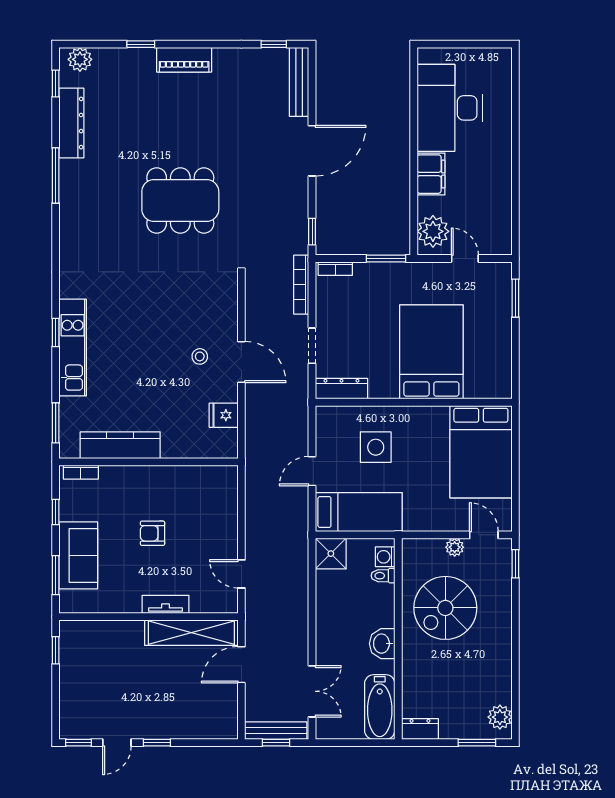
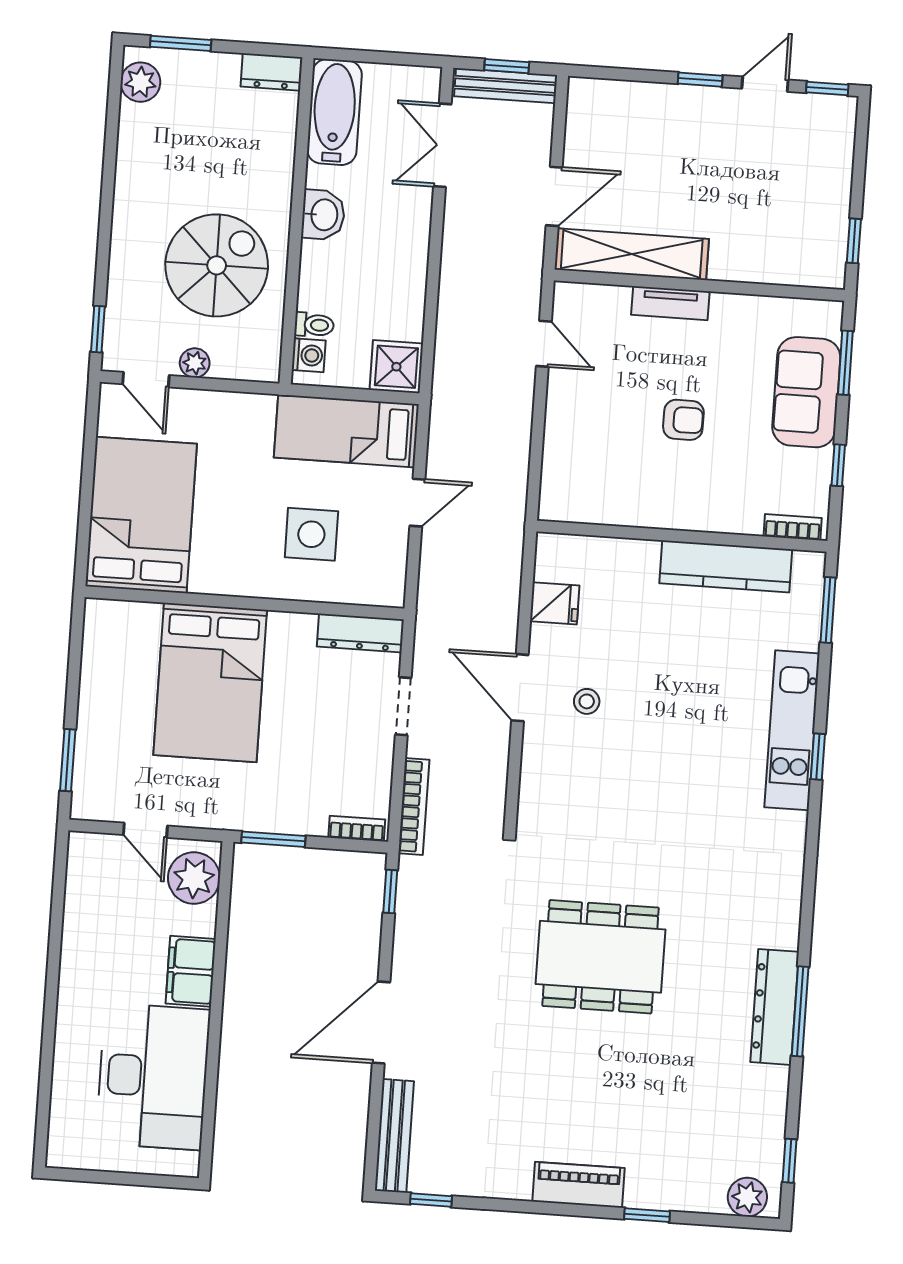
dresser: (71, 123) -> (775, 1007), moved

